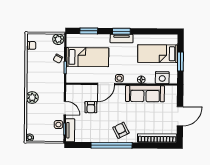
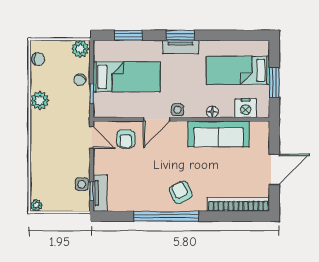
plant: (32, 97) -> (40, 100), moved
armchair: (91, 107) -> (126, 139), moved
door: (65, 108) -> (92, 137), moved

